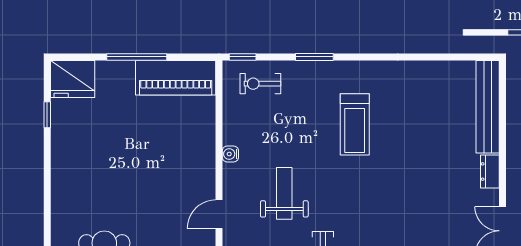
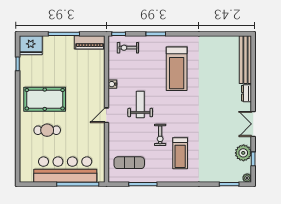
piano: (176, 78) -> (90, 42), width x0.73, depth x0.75
treadmill: (355, 124) -> (177, 69), width x1.37, depth x1.38
pool table: (100, 183) -> (45, 99), added

